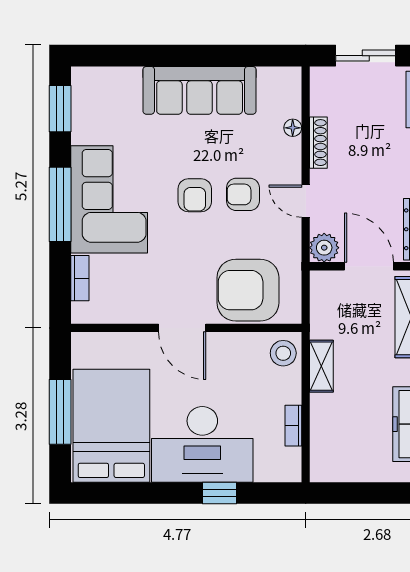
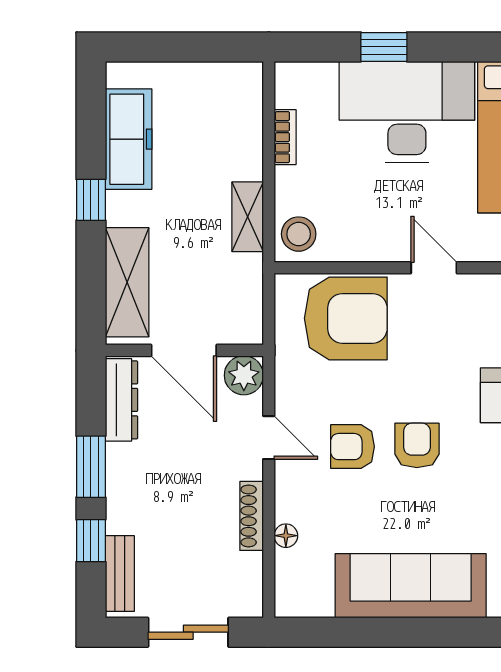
armchair: (243, 194) -> (352, 447), turned 180
door: (182, 328) -> (434, 268), width x0.73

